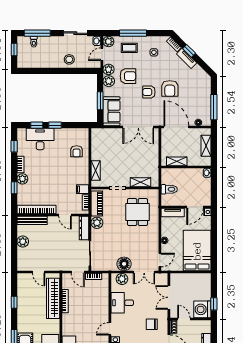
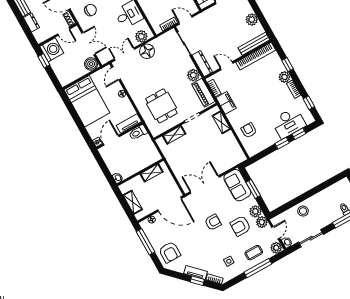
armchair: (170, 89) -> (170, 252), moved, turned 180
filing cabinet: (83, 189) -> (226, 103), width x2.00
toilet: (169, 189) -> (138, 132), moved
boiler: (176, 279) -> (91, 64), added

